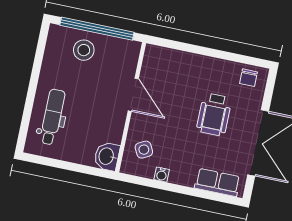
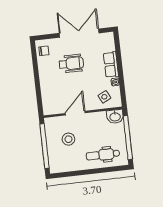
stool: (84, 50) -> (68, 139), moved
window: (67, 166) -> (128, 137), added
row of seats: (217, 182) -> (111, 65), moved

